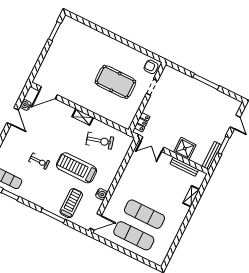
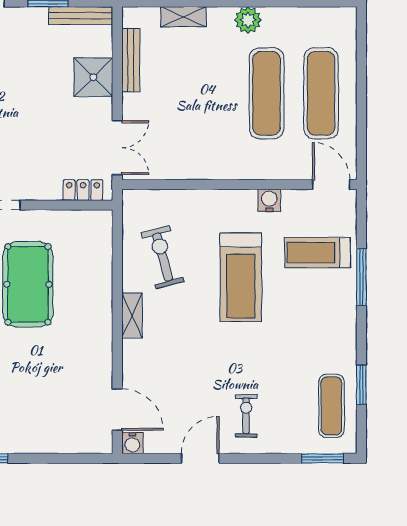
water cooler: (26, 105) -> (132, 443), moved
exercise bike: (39, 161) -> (246, 416), moved
plant: (177, 221) -> (248, 20), added

